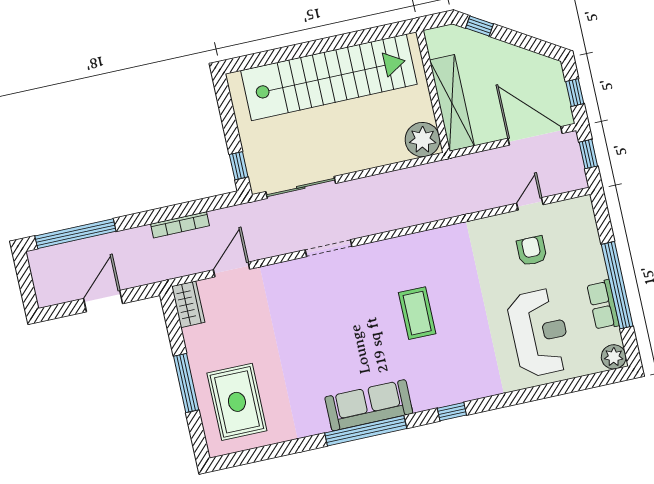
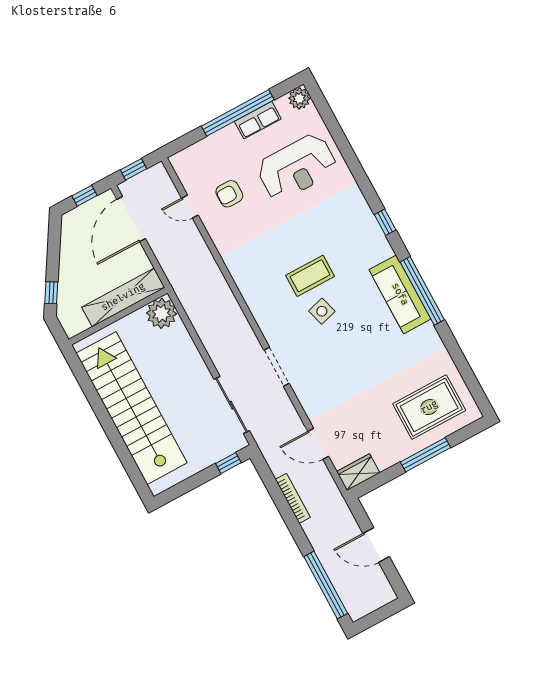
side table: (375, 315) -> (322, 311), added
reception desk: (539, 333) -> (297, 167), turned 180

